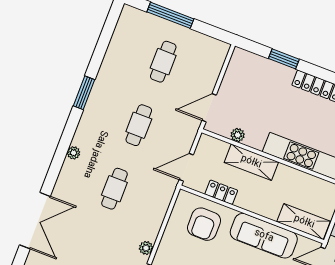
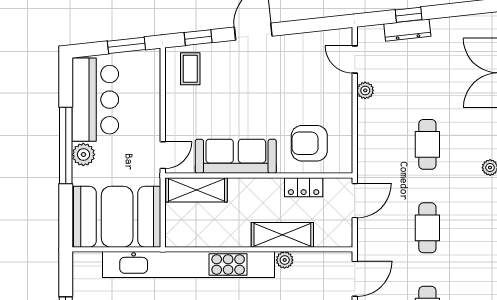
plant: (238, 135) -> (285, 260), moved
armchair: (204, 224) -> (309, 143), turned -90

